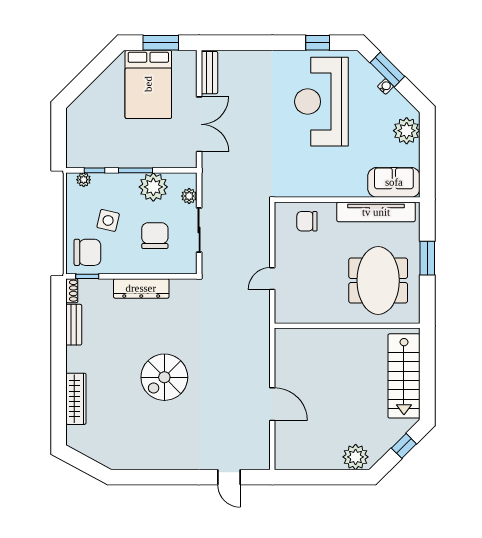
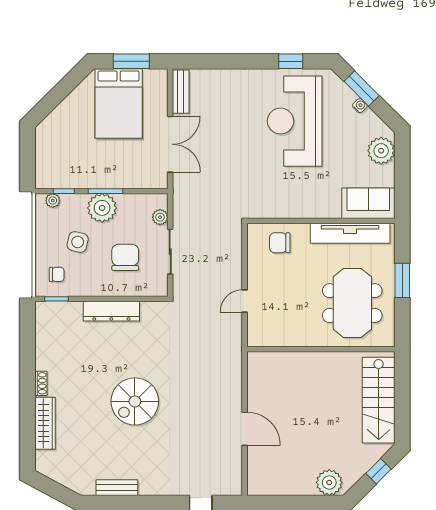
plant: (153, 187) -> (102, 208), moved
chair: (87, 252) -> (57, 274), width x0.54, depth x0.54
shoe rack: (72, 291) -> (41, 383), moved
bench: (74, 325) -> (117, 488), moved, turned 90

